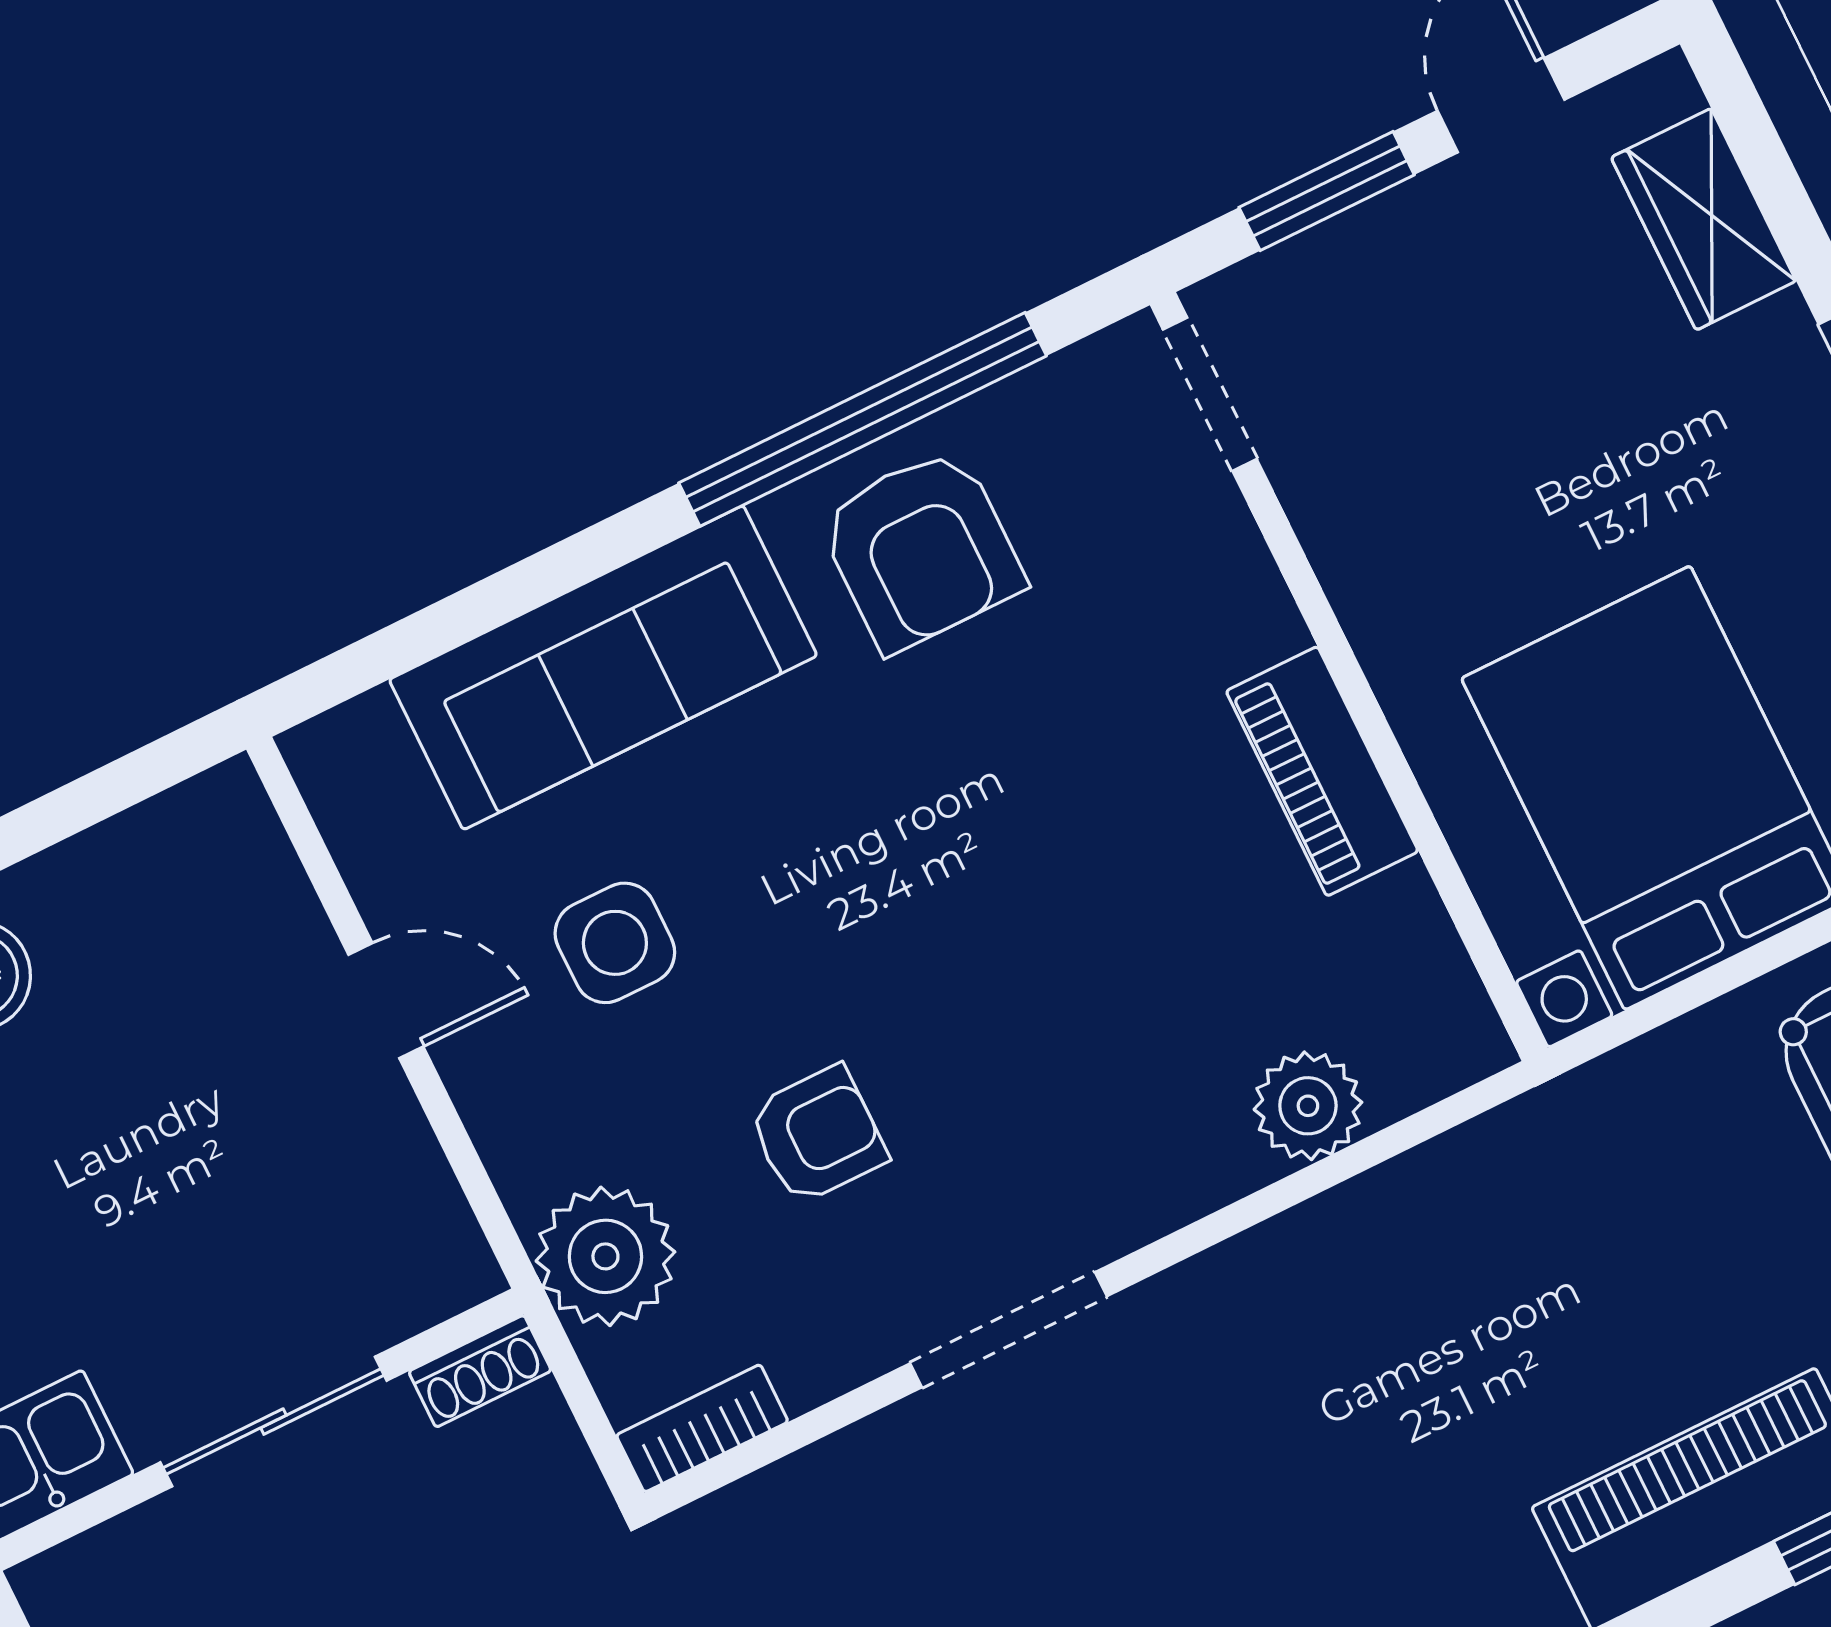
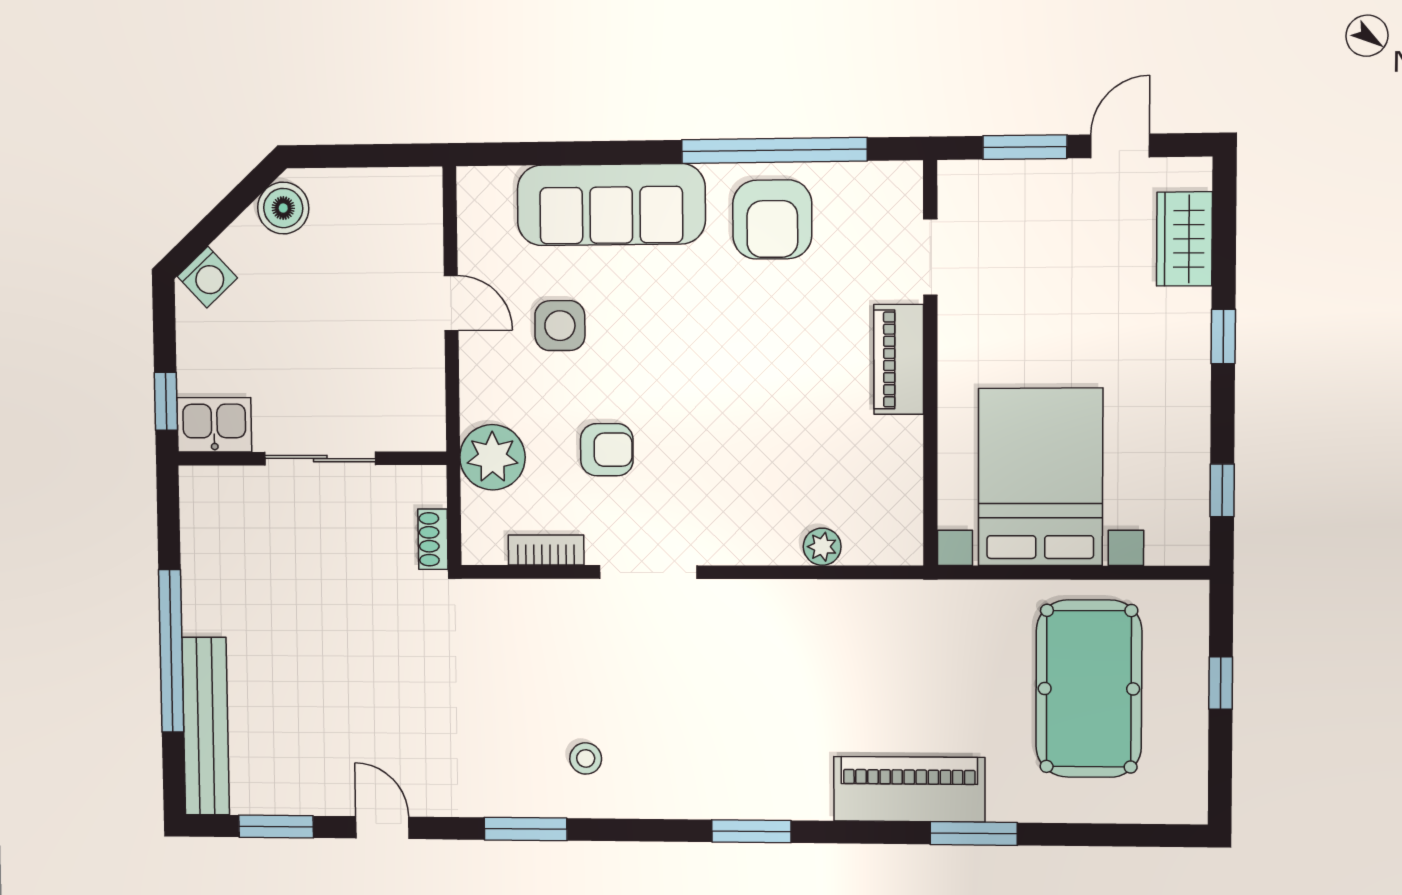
doorway: (1210, 394) -> (930, 257), moved
piano: (1322, 771) -> (899, 359), moved
plant: (1308, 1106) -> (822, 547), width x0.73, depth x0.73
shoe rack: (480, 1371) -> (433, 539), moved, turned 90
bookcase: (702, 1428) -> (546, 550), moved

